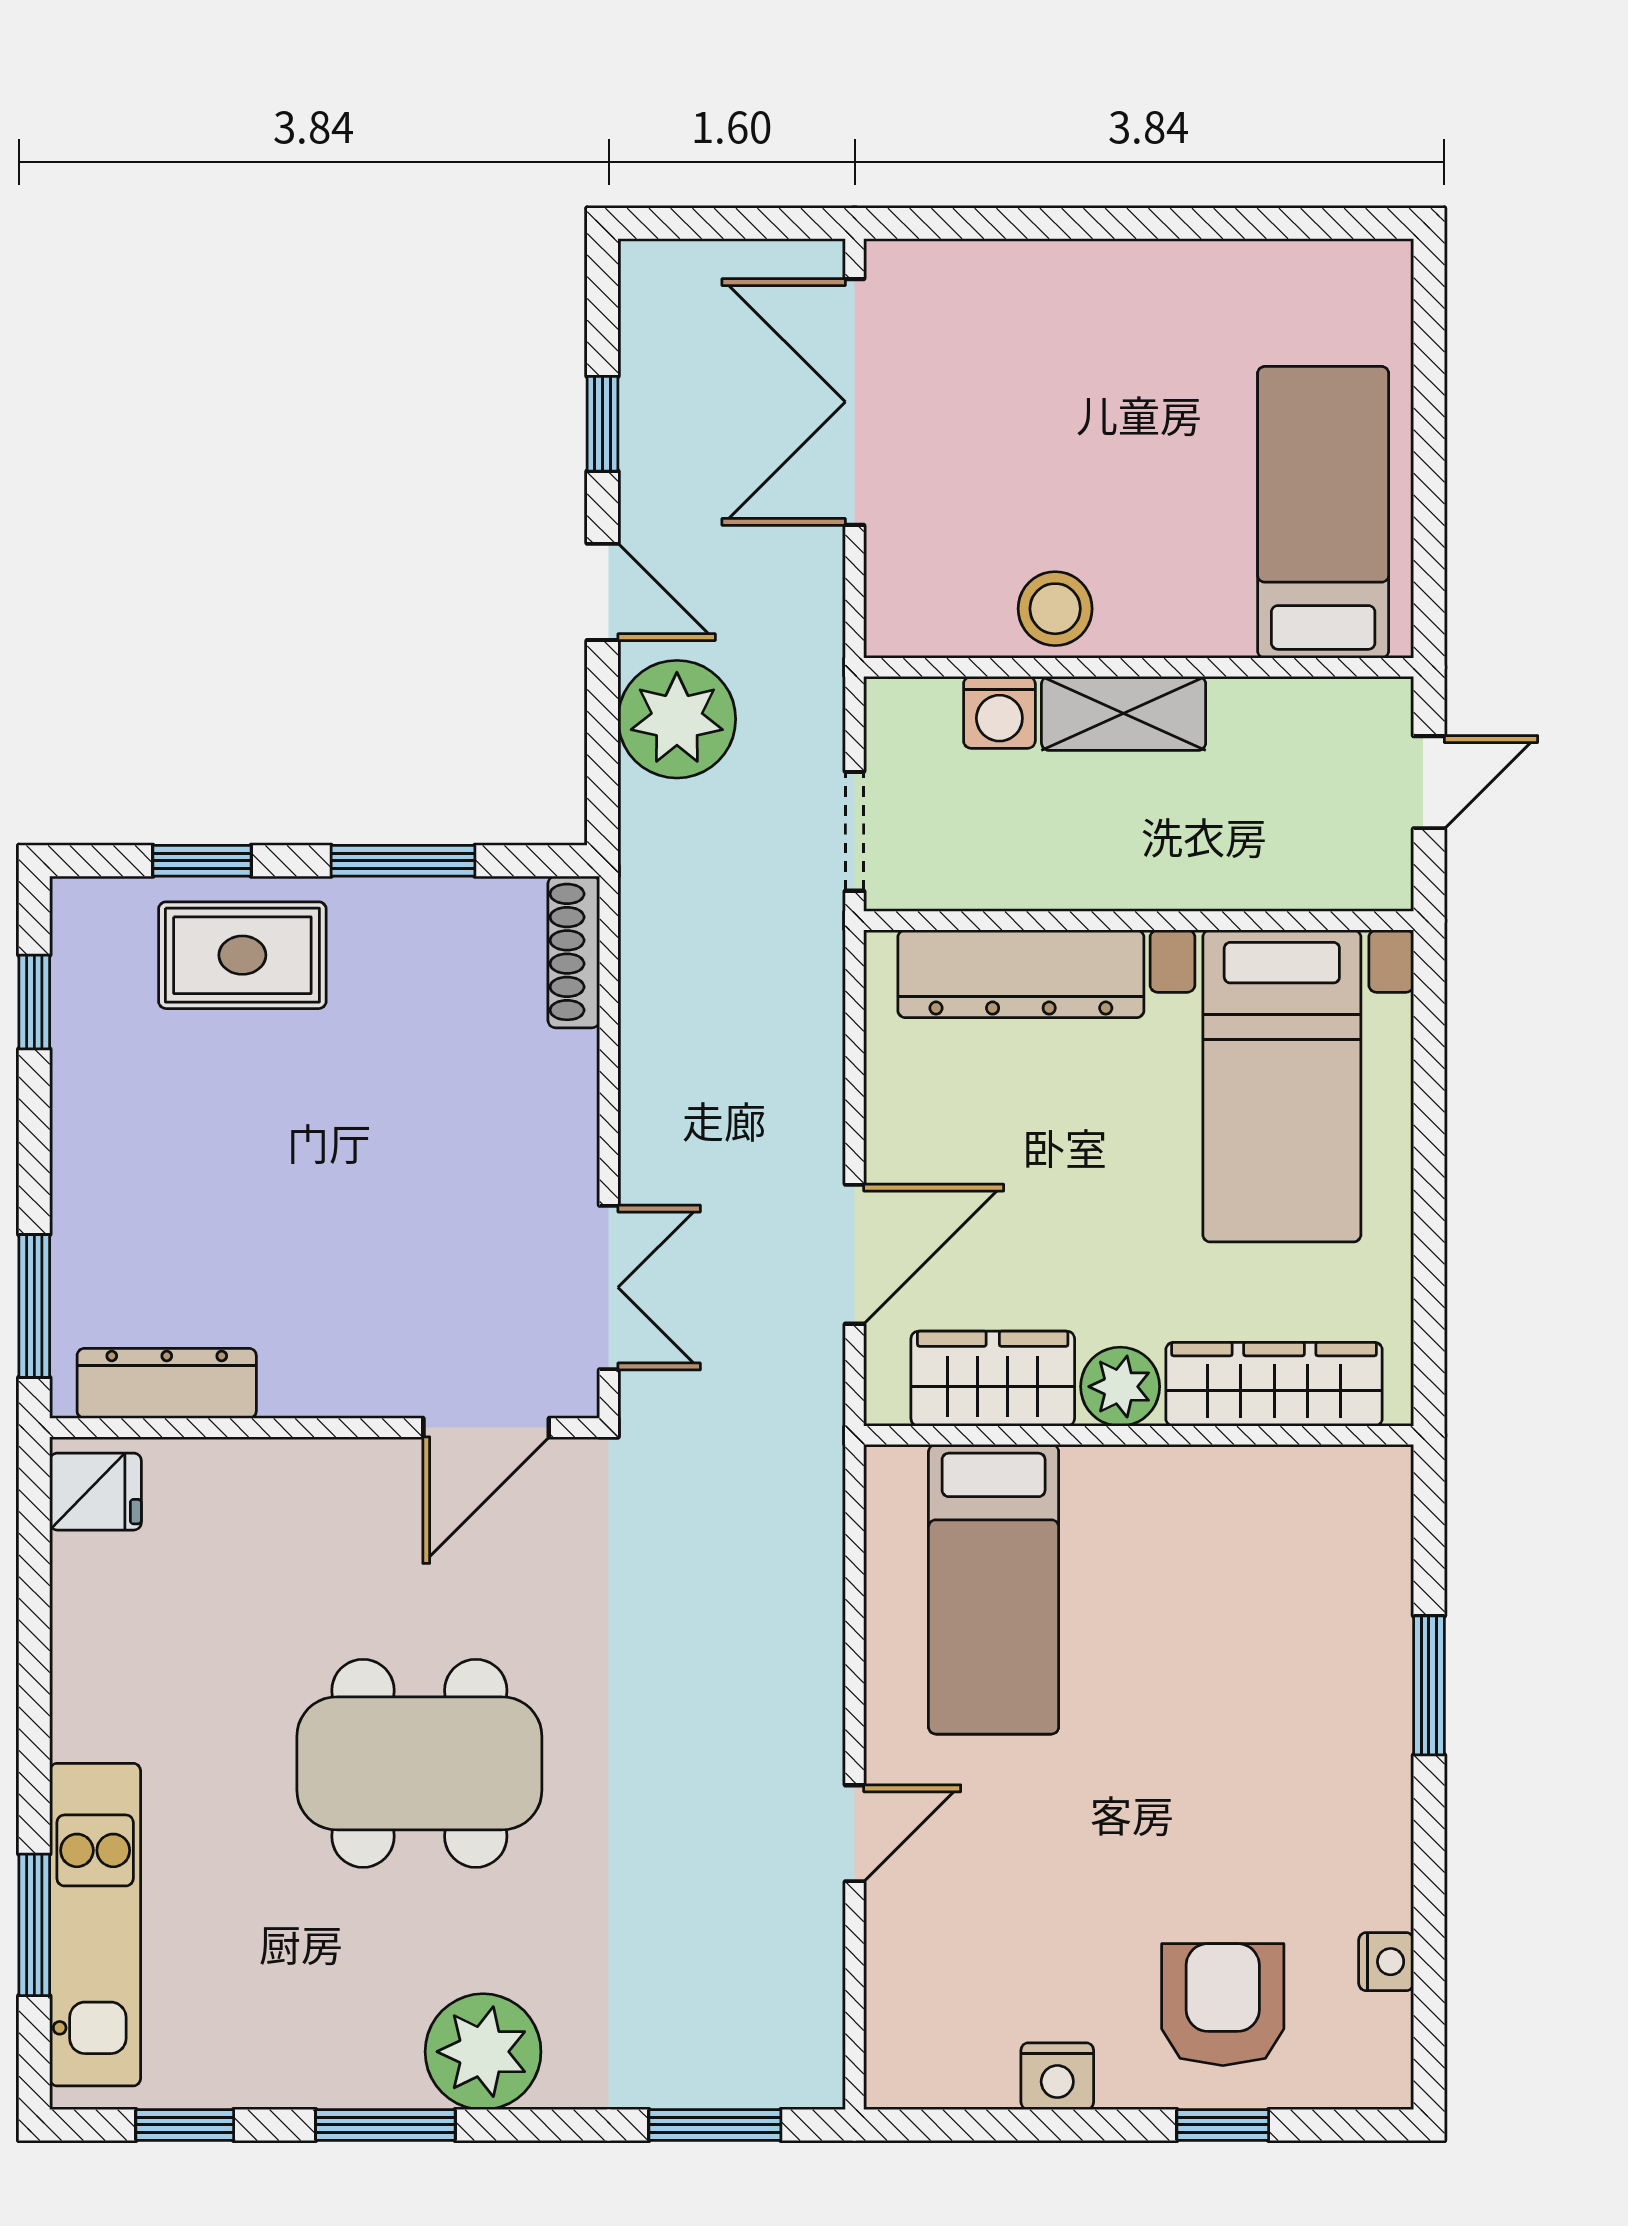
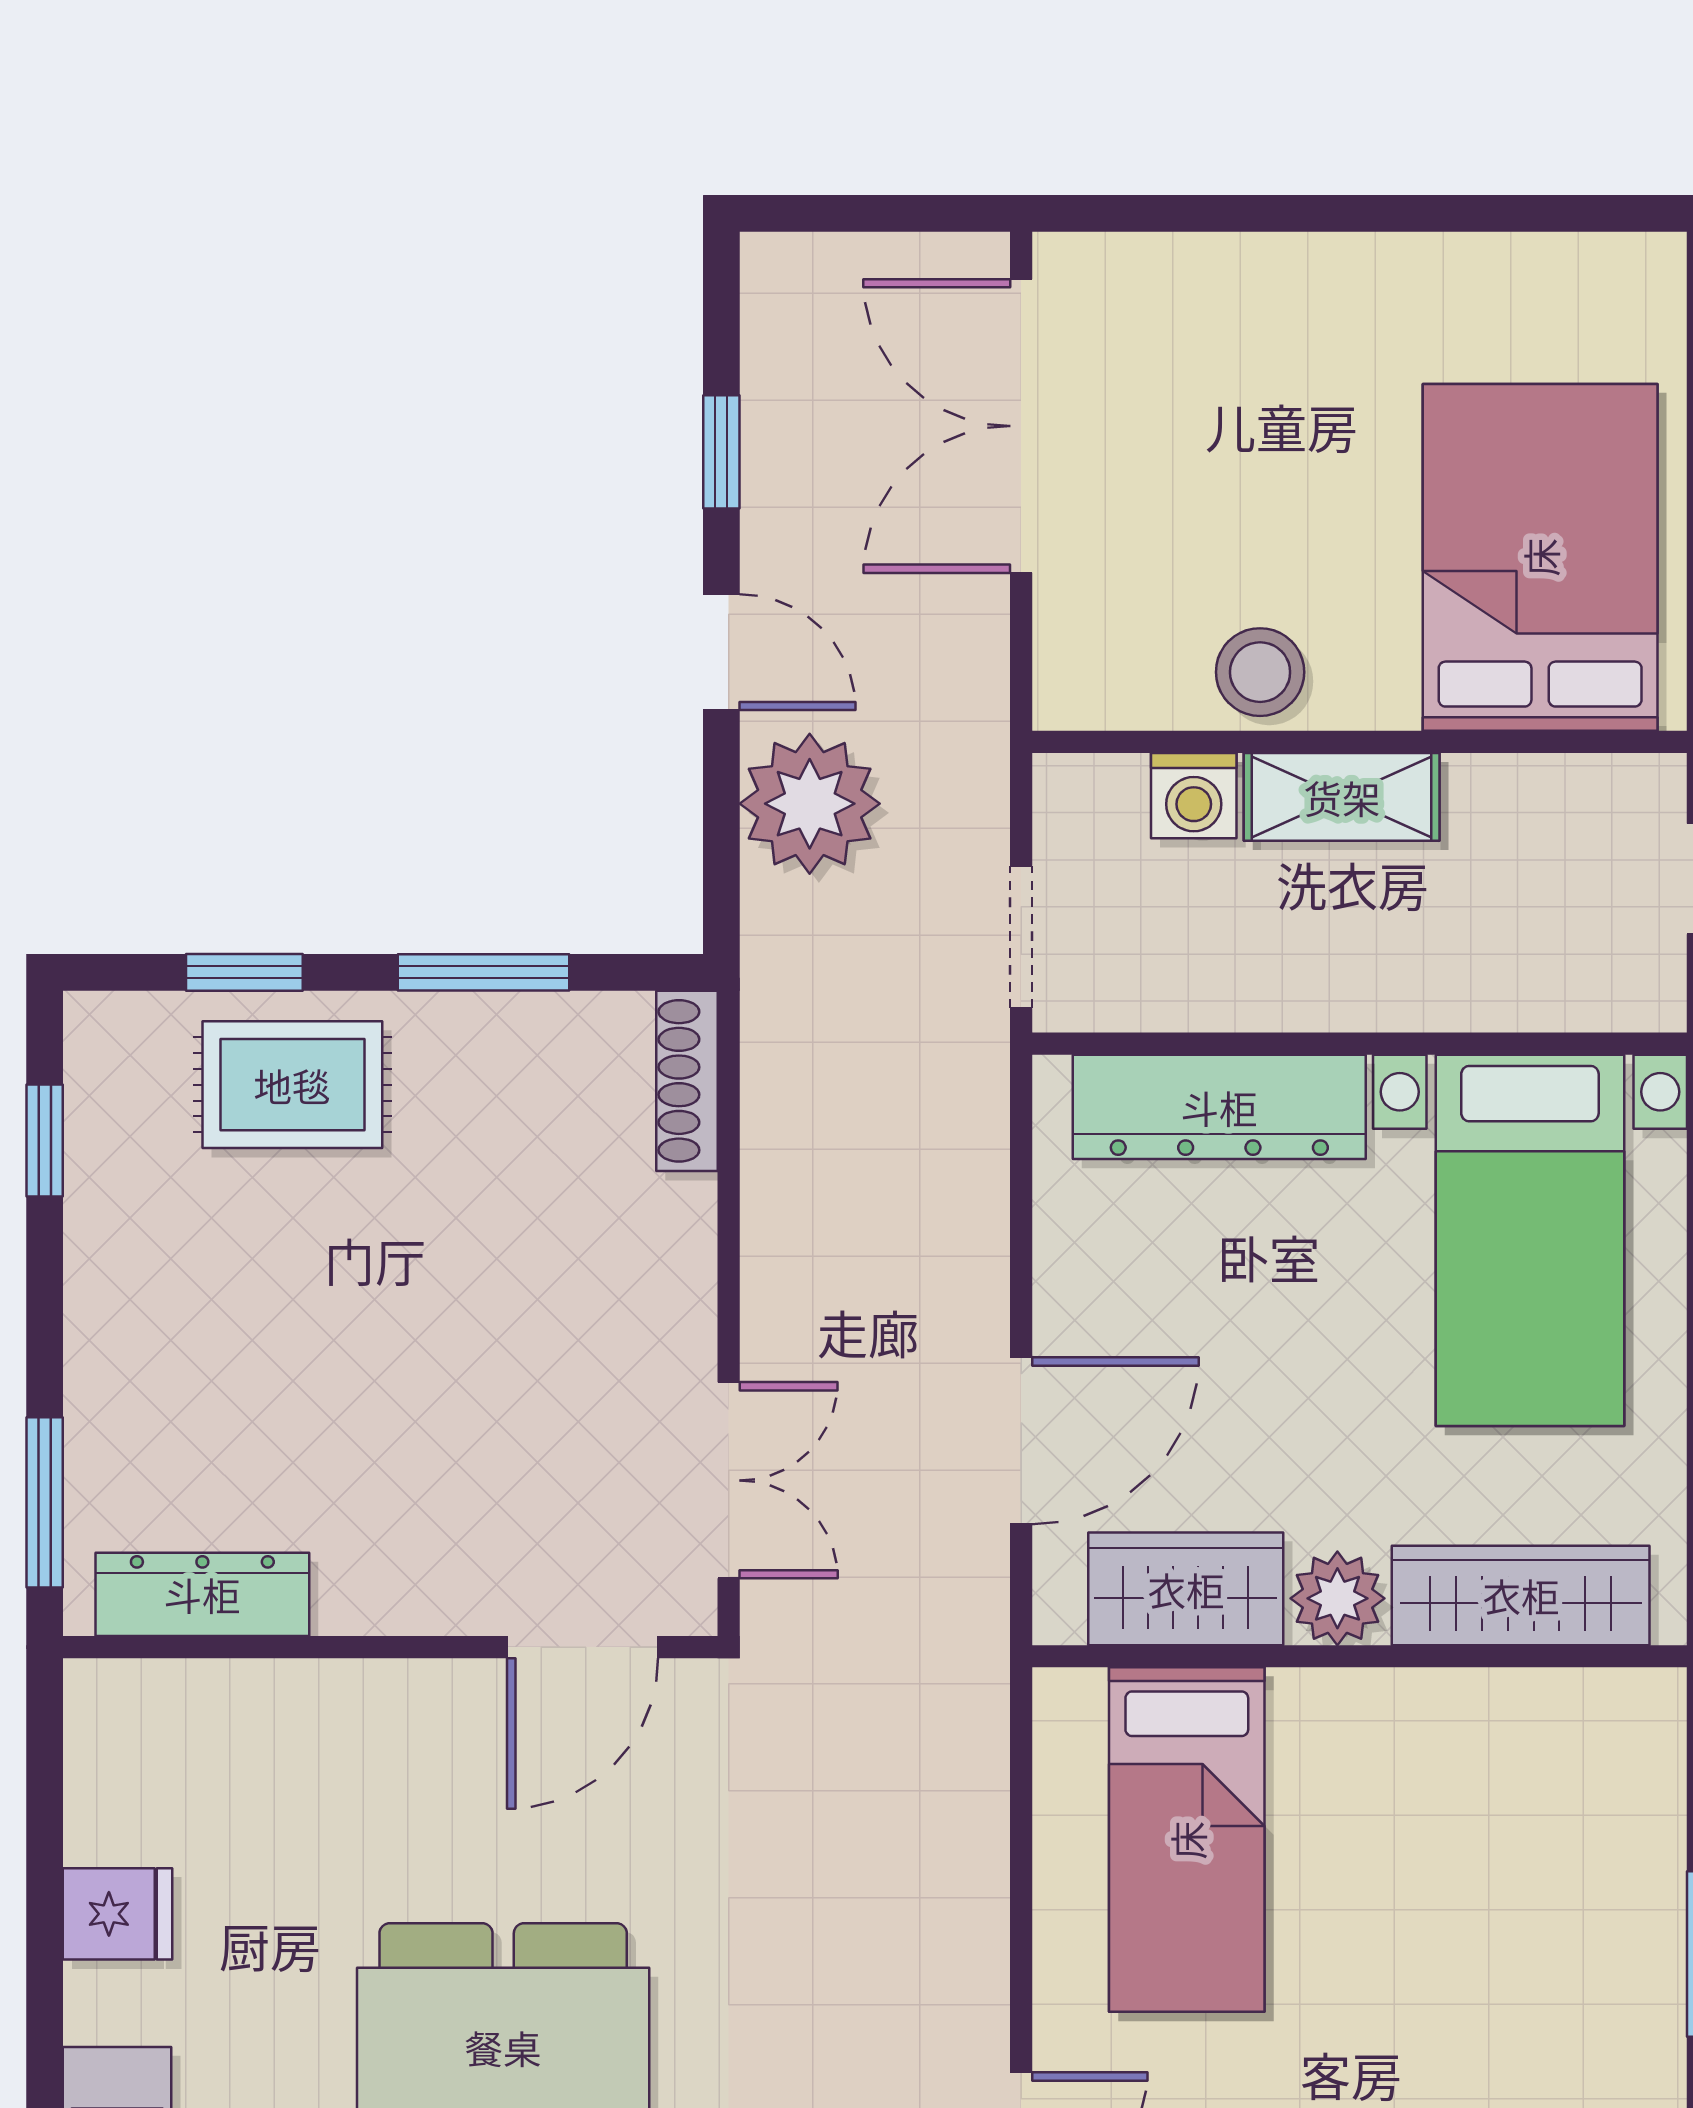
bed: (1323, 512) -> (1540, 557), width x1.50
fridge: (95, 1492) -> (118, 1914), moved

